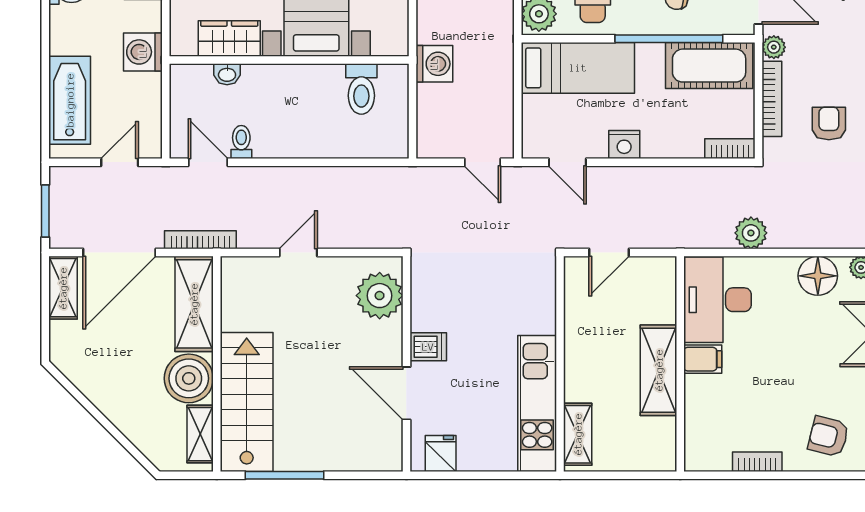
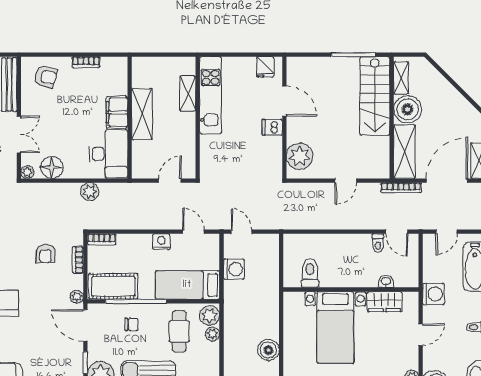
washing machine: (434, 64) -> (234, 269), moved, turned 180
bookcase: (772, 99) -> (78, 260), width x0.64
filing cabinet: (703, 359) -> (117, 112), width x2.00
shelving: (578, 434) -> (188, 94), moved

